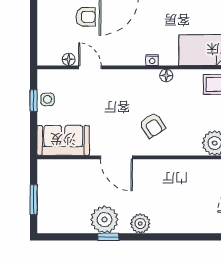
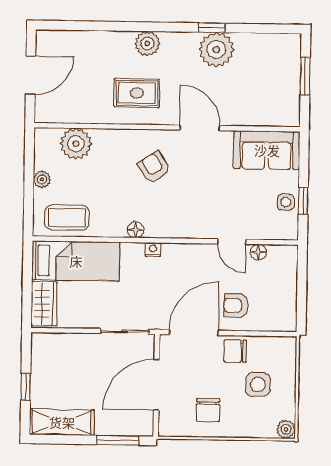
rug: (167, 184) -> (137, 93), added
plant: (140, 224) -> (147, 43), moved

